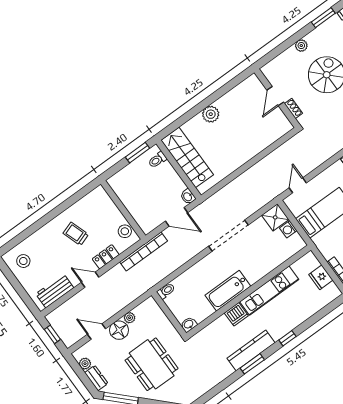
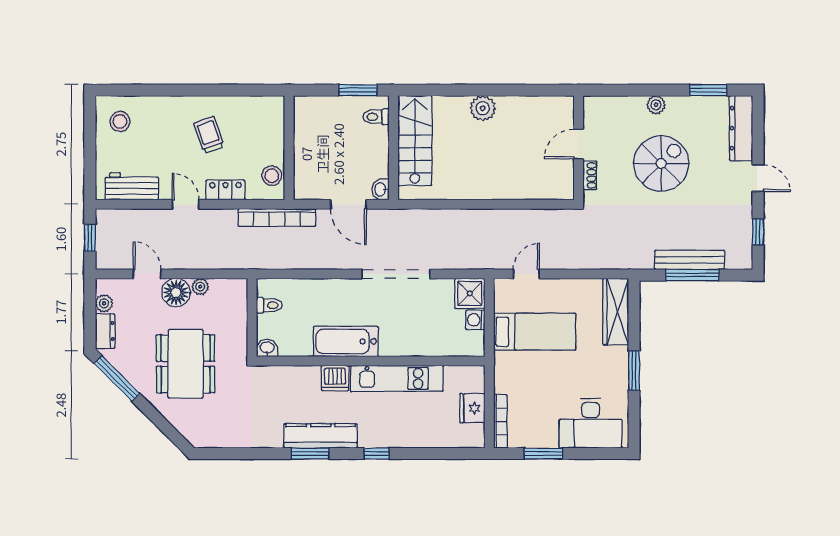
toilet: (166, 291) -> (269, 305), moved

